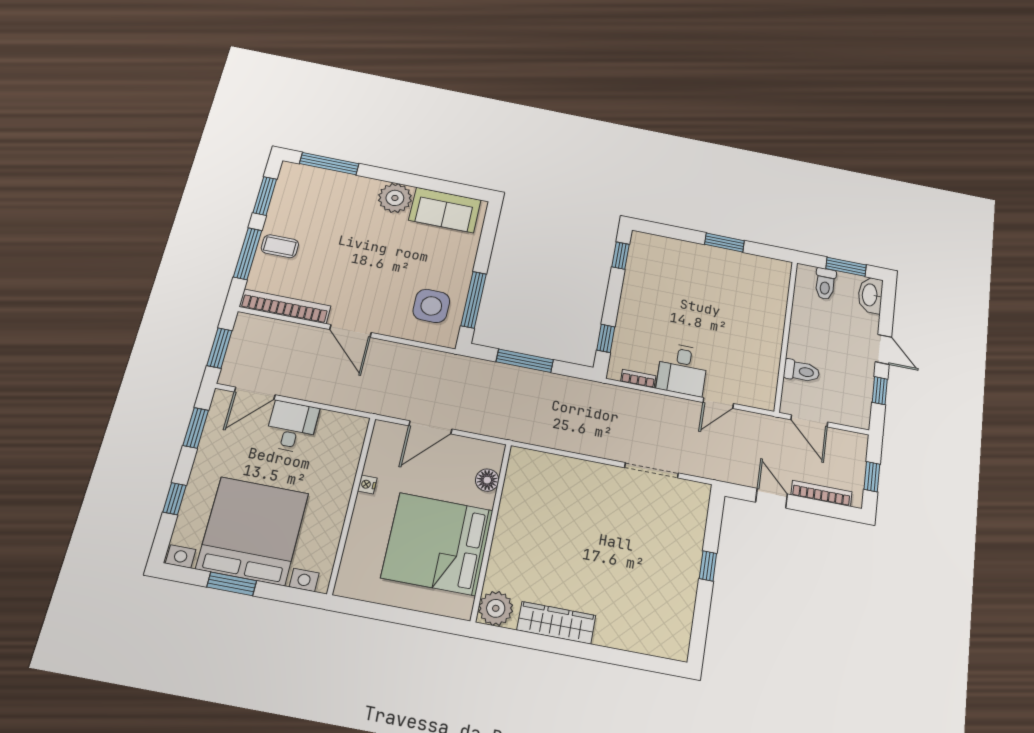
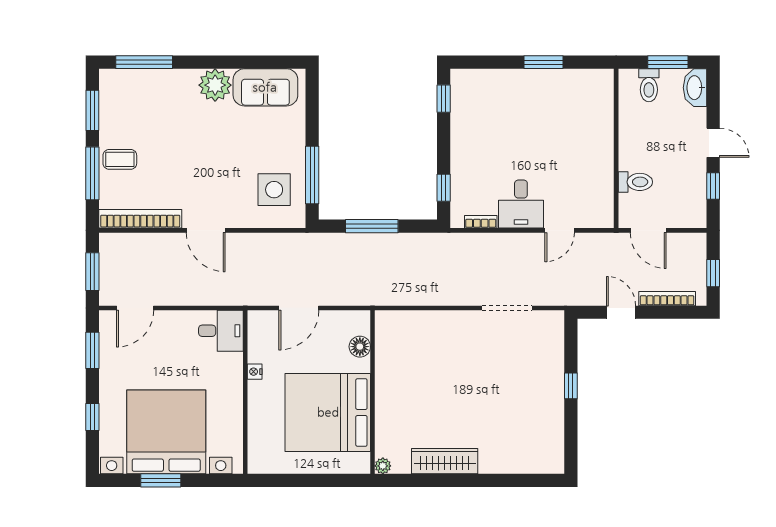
desk: (292, 427) -> (221, 331), moved, turned 90
plant: (496, 608) -> (383, 466), width x0.53, depth x0.53

